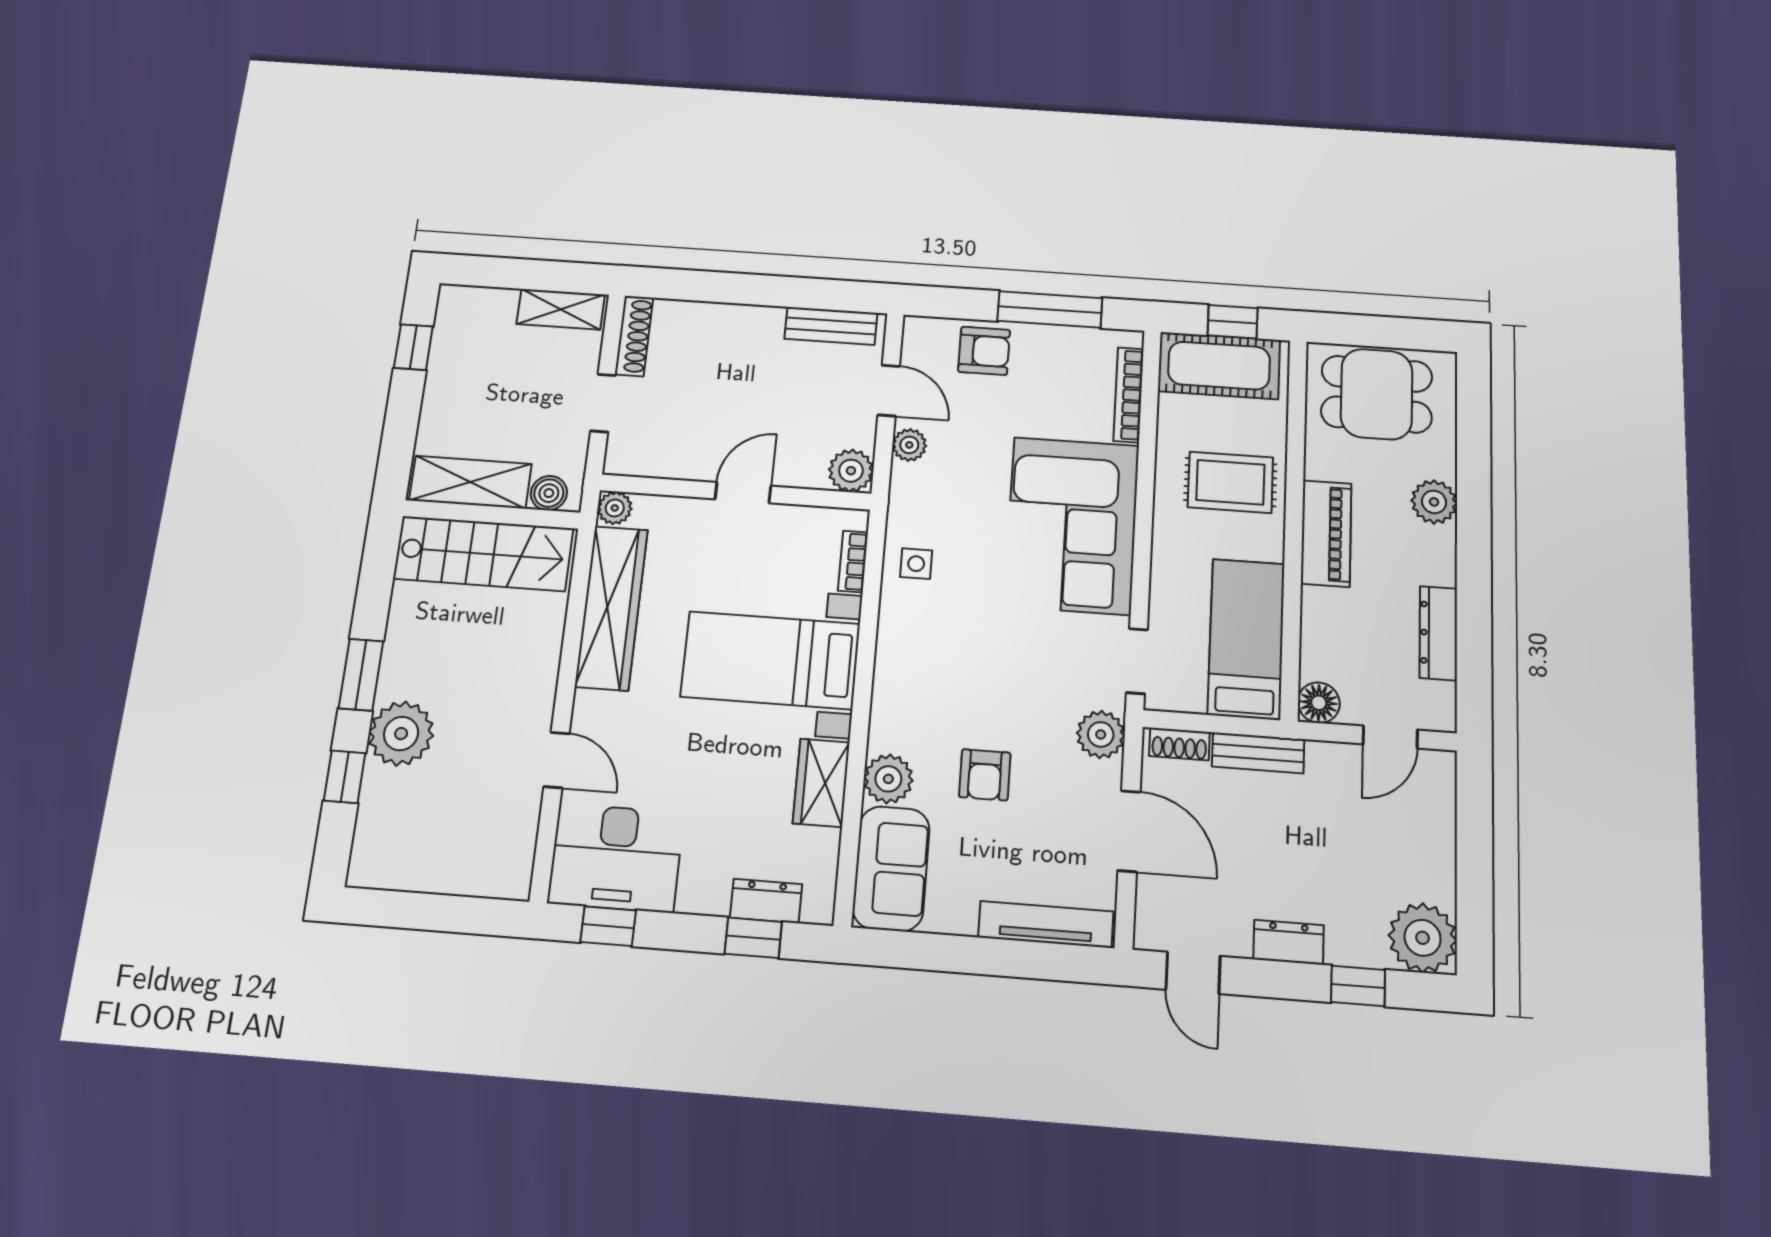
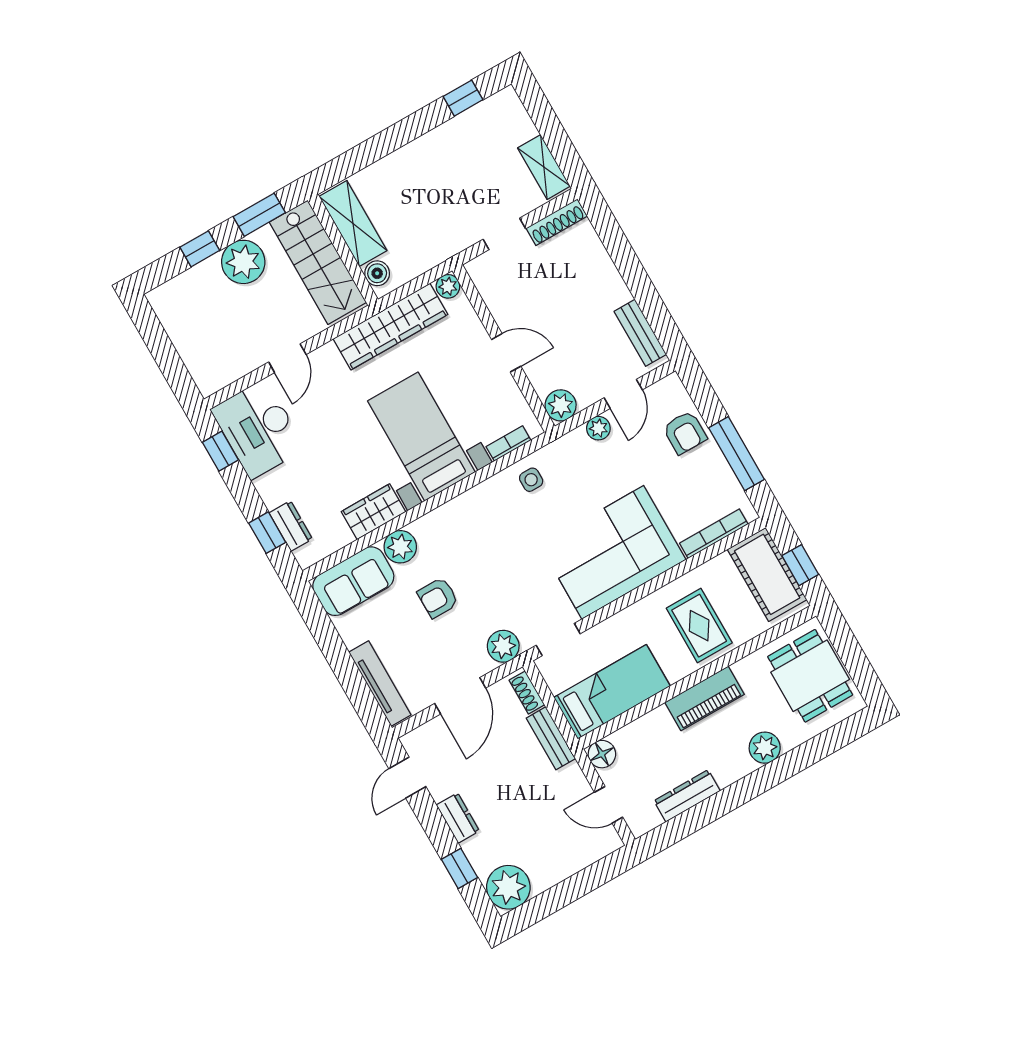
shelving: (470, 482) -> (353, 224), moved
boiler: (549, 493) -> (377, 273), moved
wall: (492, 514) -> (343, 250), moved
stairs: (483, 554) -> (318, 262), moved

